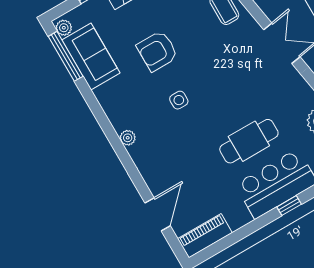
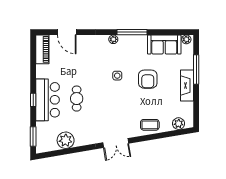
armchair: (157, 51) -> (148, 79), turned 180
window: (66, 56) -> (132, 32), moved
cafe table: (249, 141) -> (77, 99), width x0.73, depth x0.74

